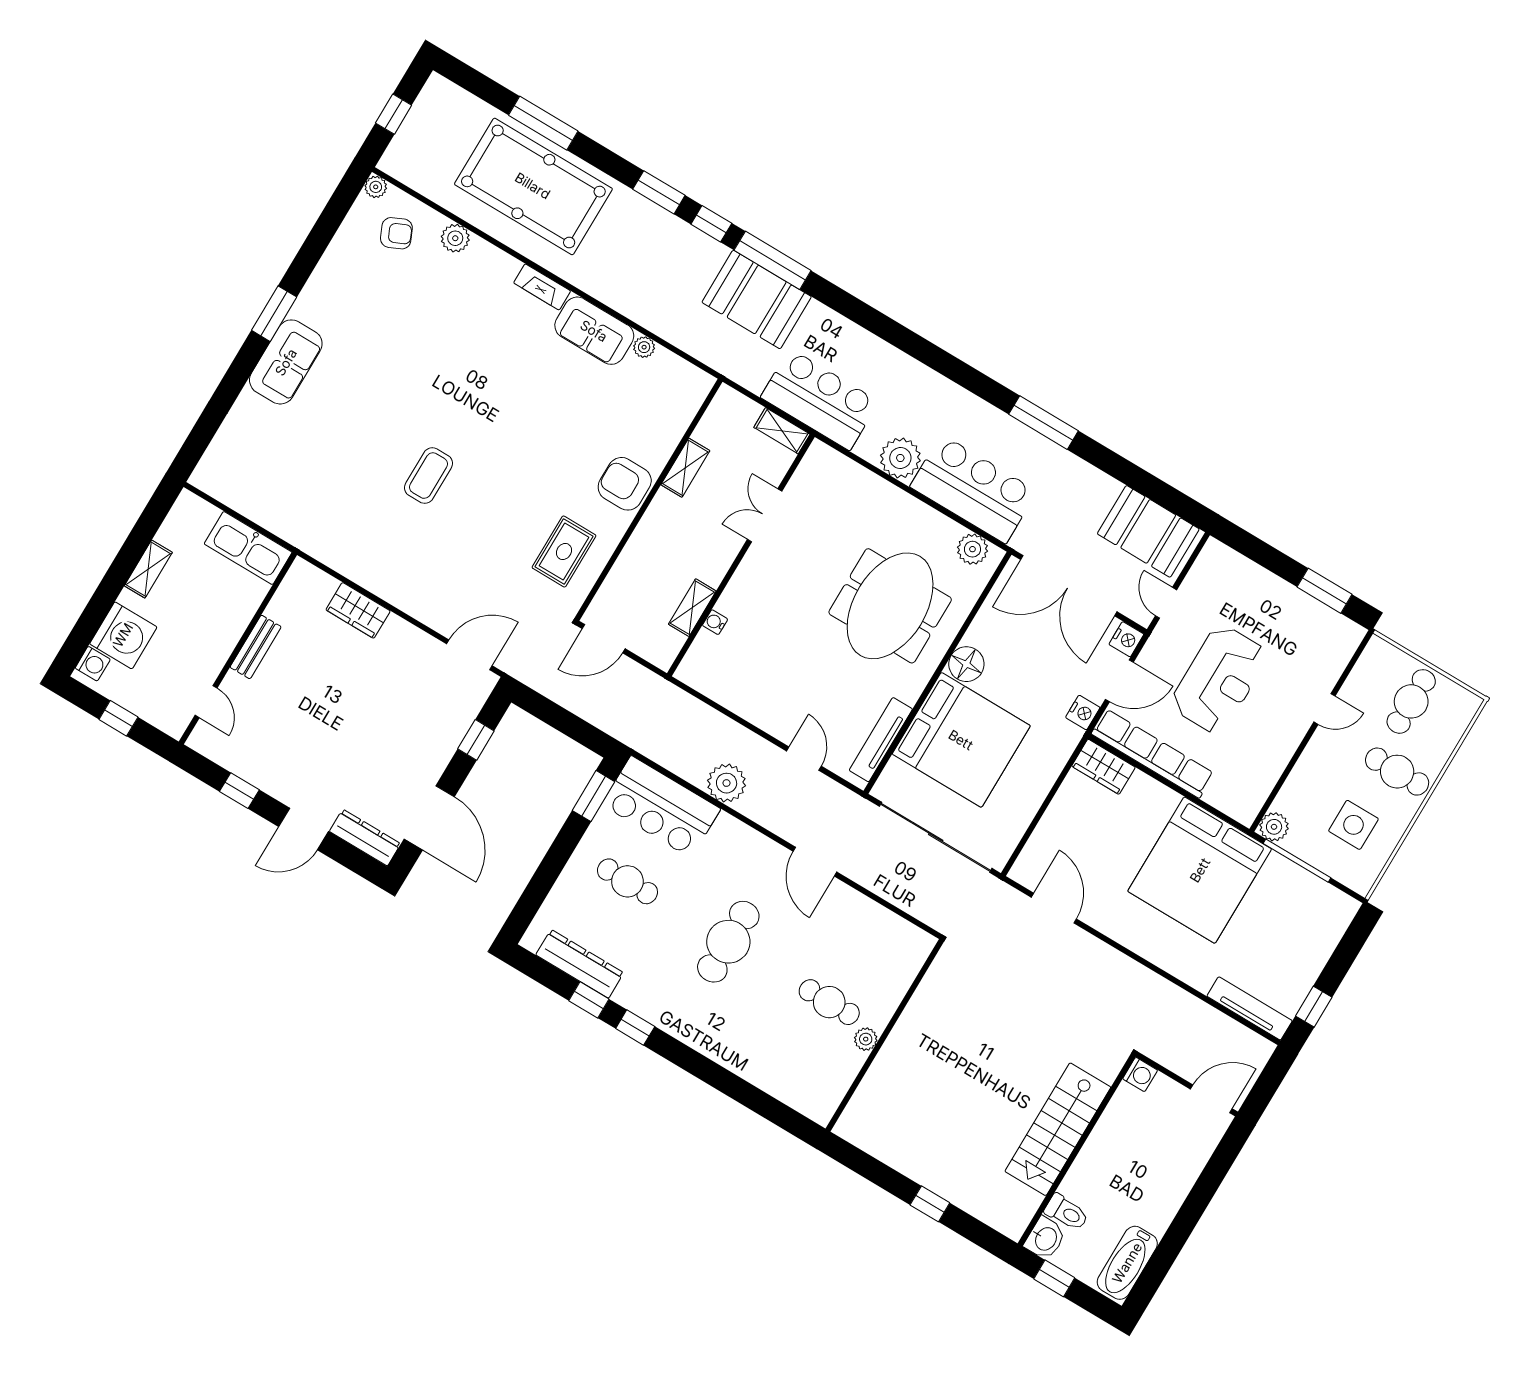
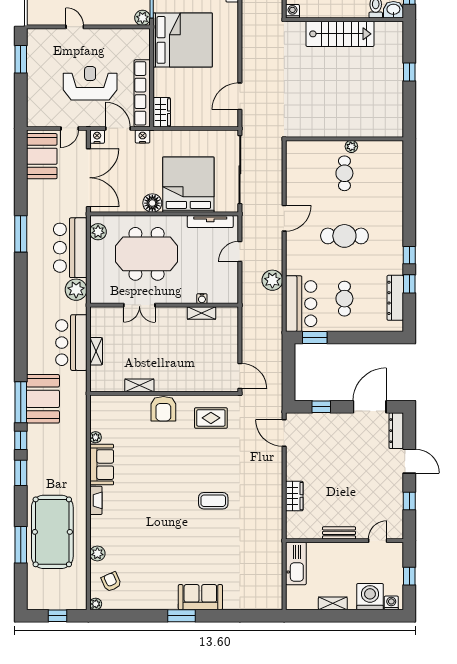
double door: (765, 515) -> (139, 305), moved
wall: (741, 555) -> (164, 305), moved
shelving: (692, 608) -> (201, 313), moved
water cooler: (715, 622) -> (202, 299), moved

